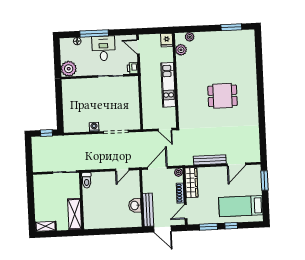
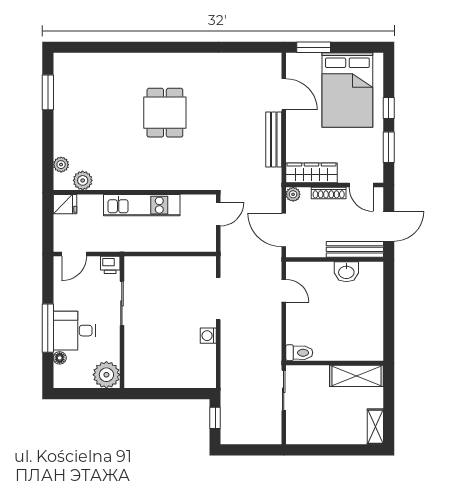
desk: (103, 48) -> (74, 331), moved
bed: (241, 206) -> (347, 90), width x1.50

